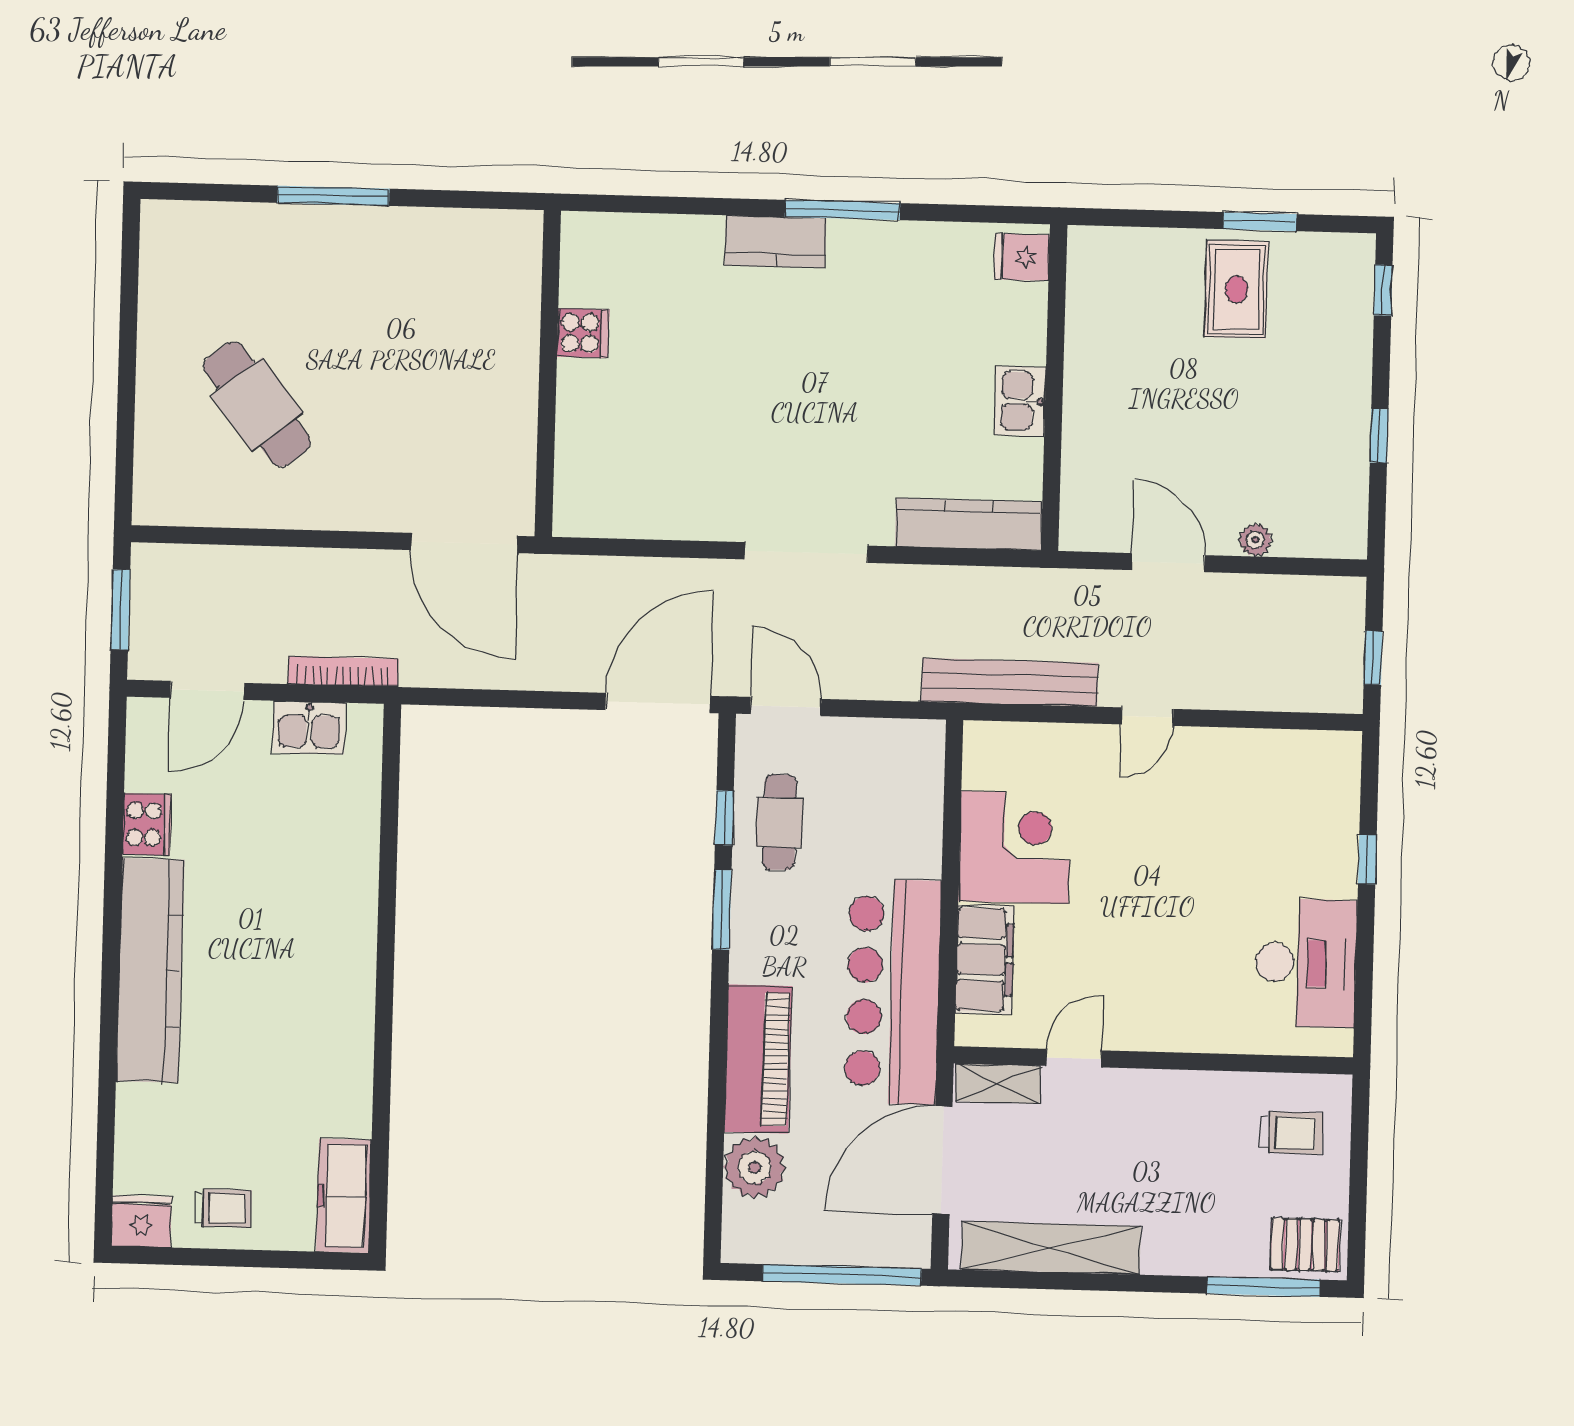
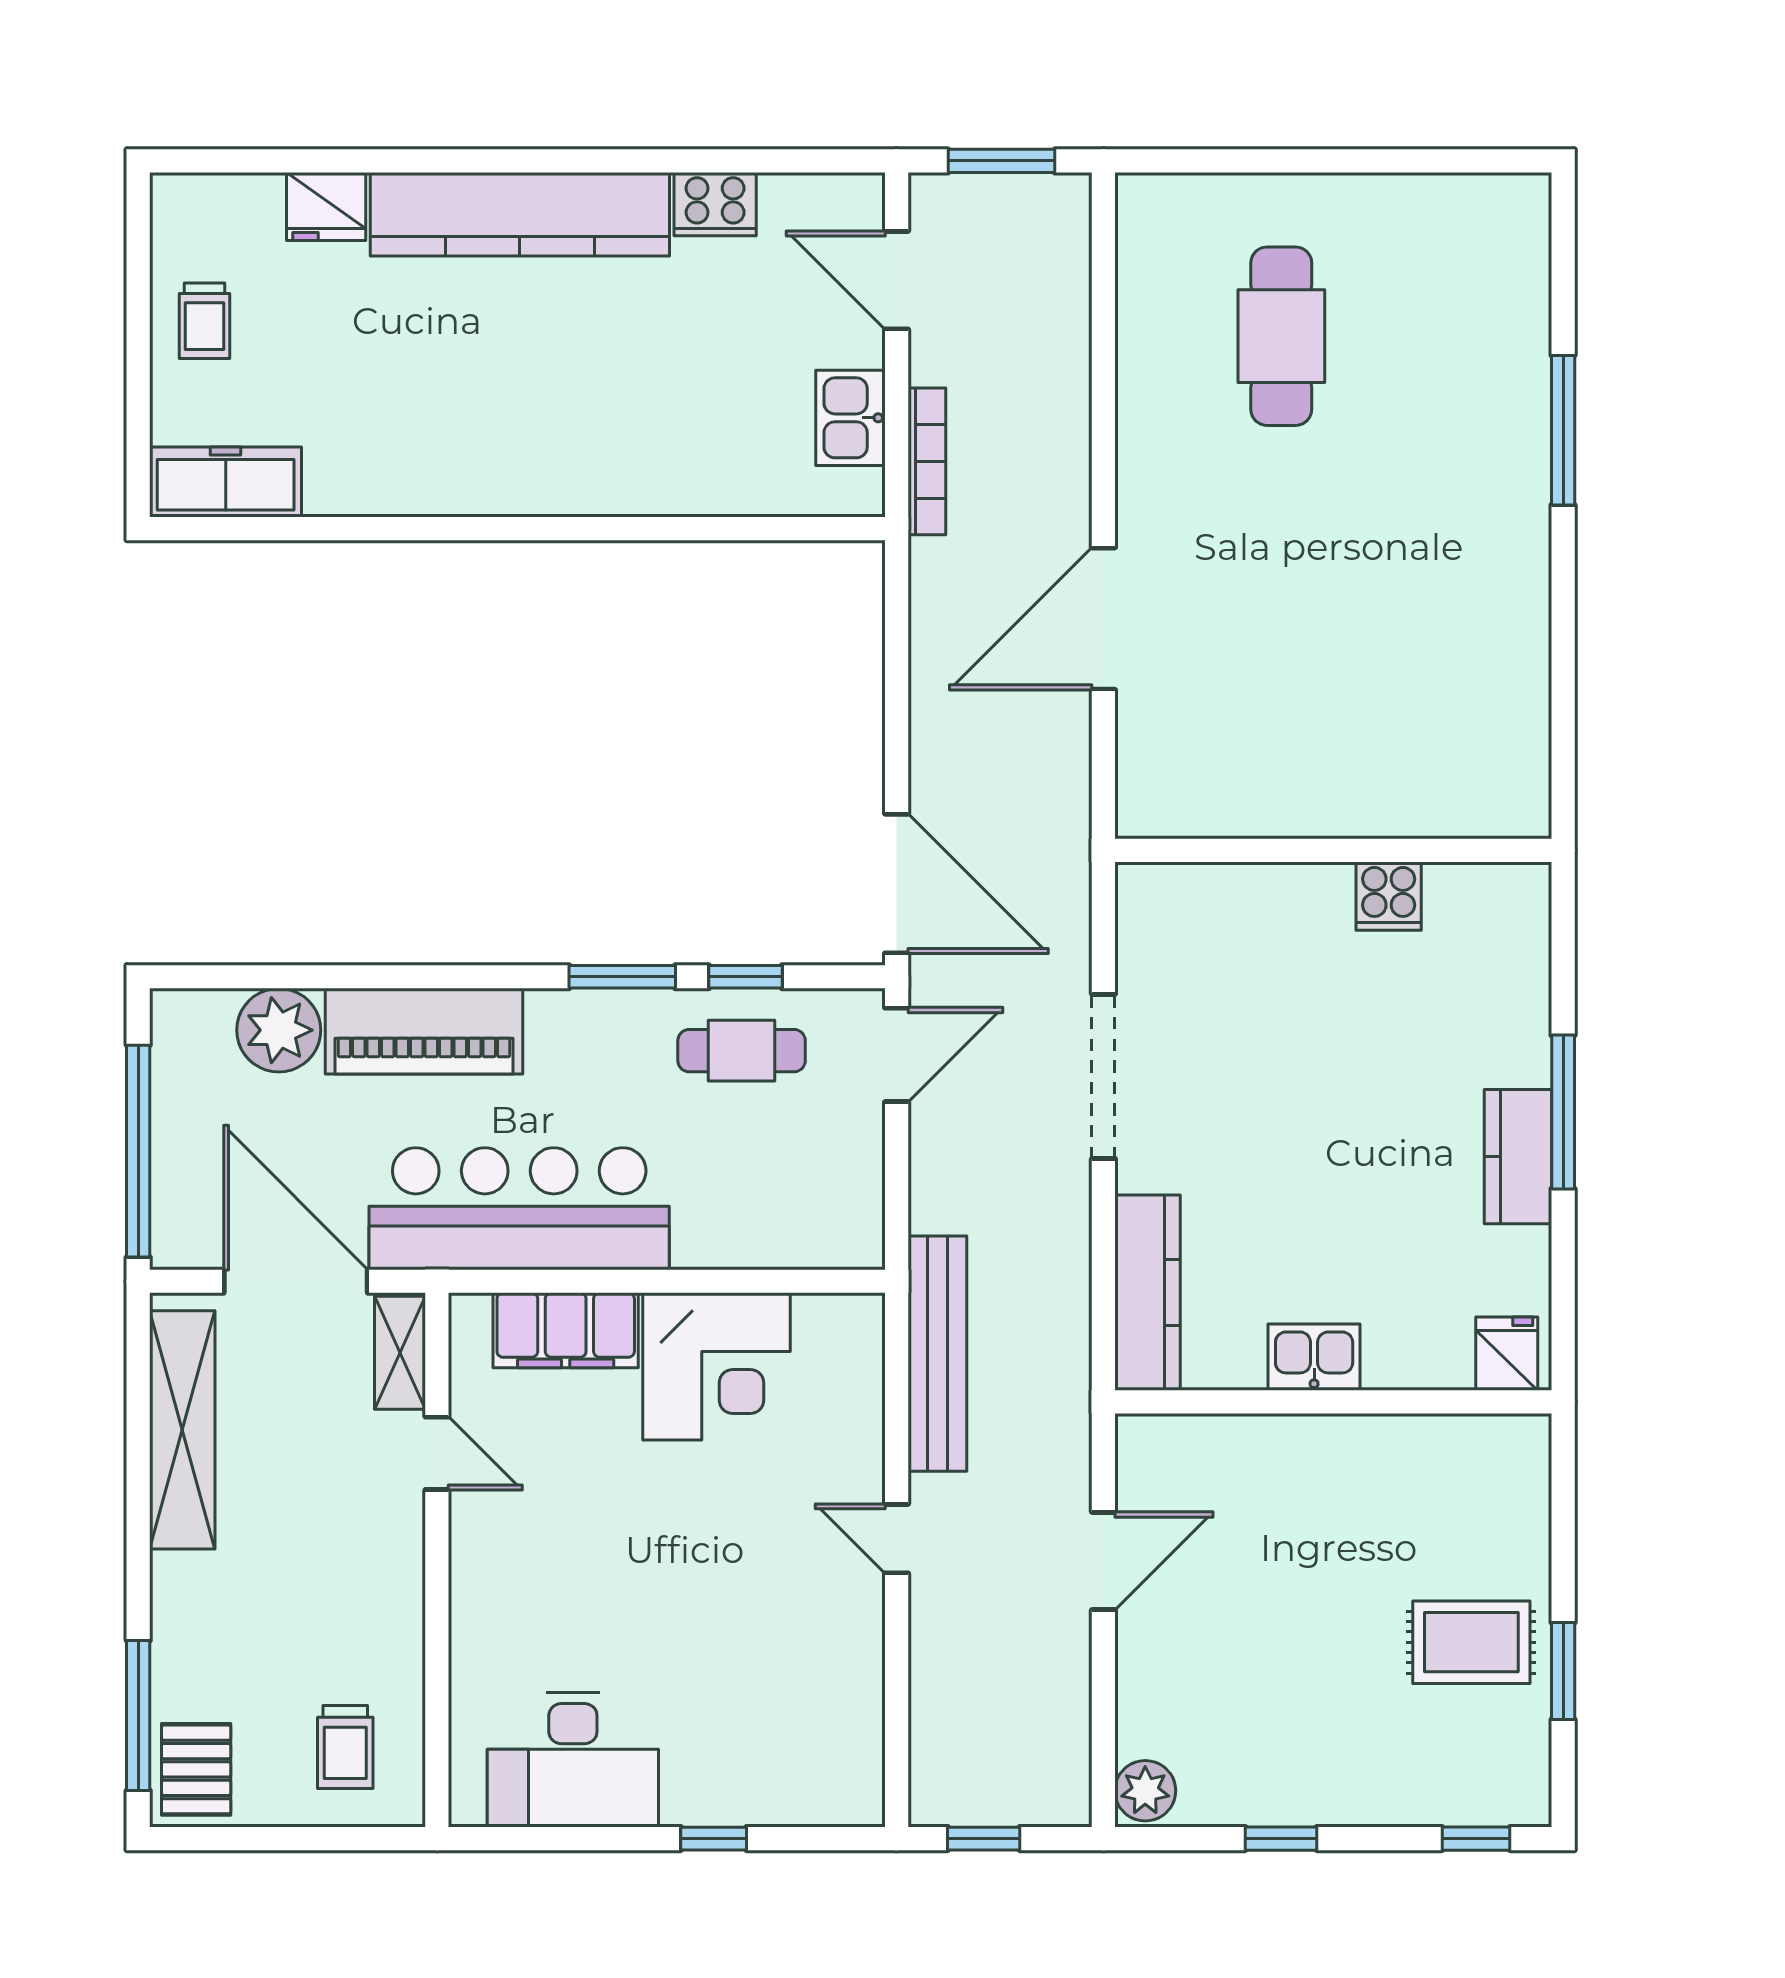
kitchen counter: (775, 242) -> (1518, 1157), moved
cooker: (583, 333) -> (1389, 896), moved
wall: (548, 374) -> (1333, 850), moved
cafe table: (257, 404) -> (1281, 336), turned -52
plant: (1255, 540) -> (1145, 1791), moved, width x1.38, depth x1.38
fridge: (141, 1221) -> (326, 206), moved, turned 90

